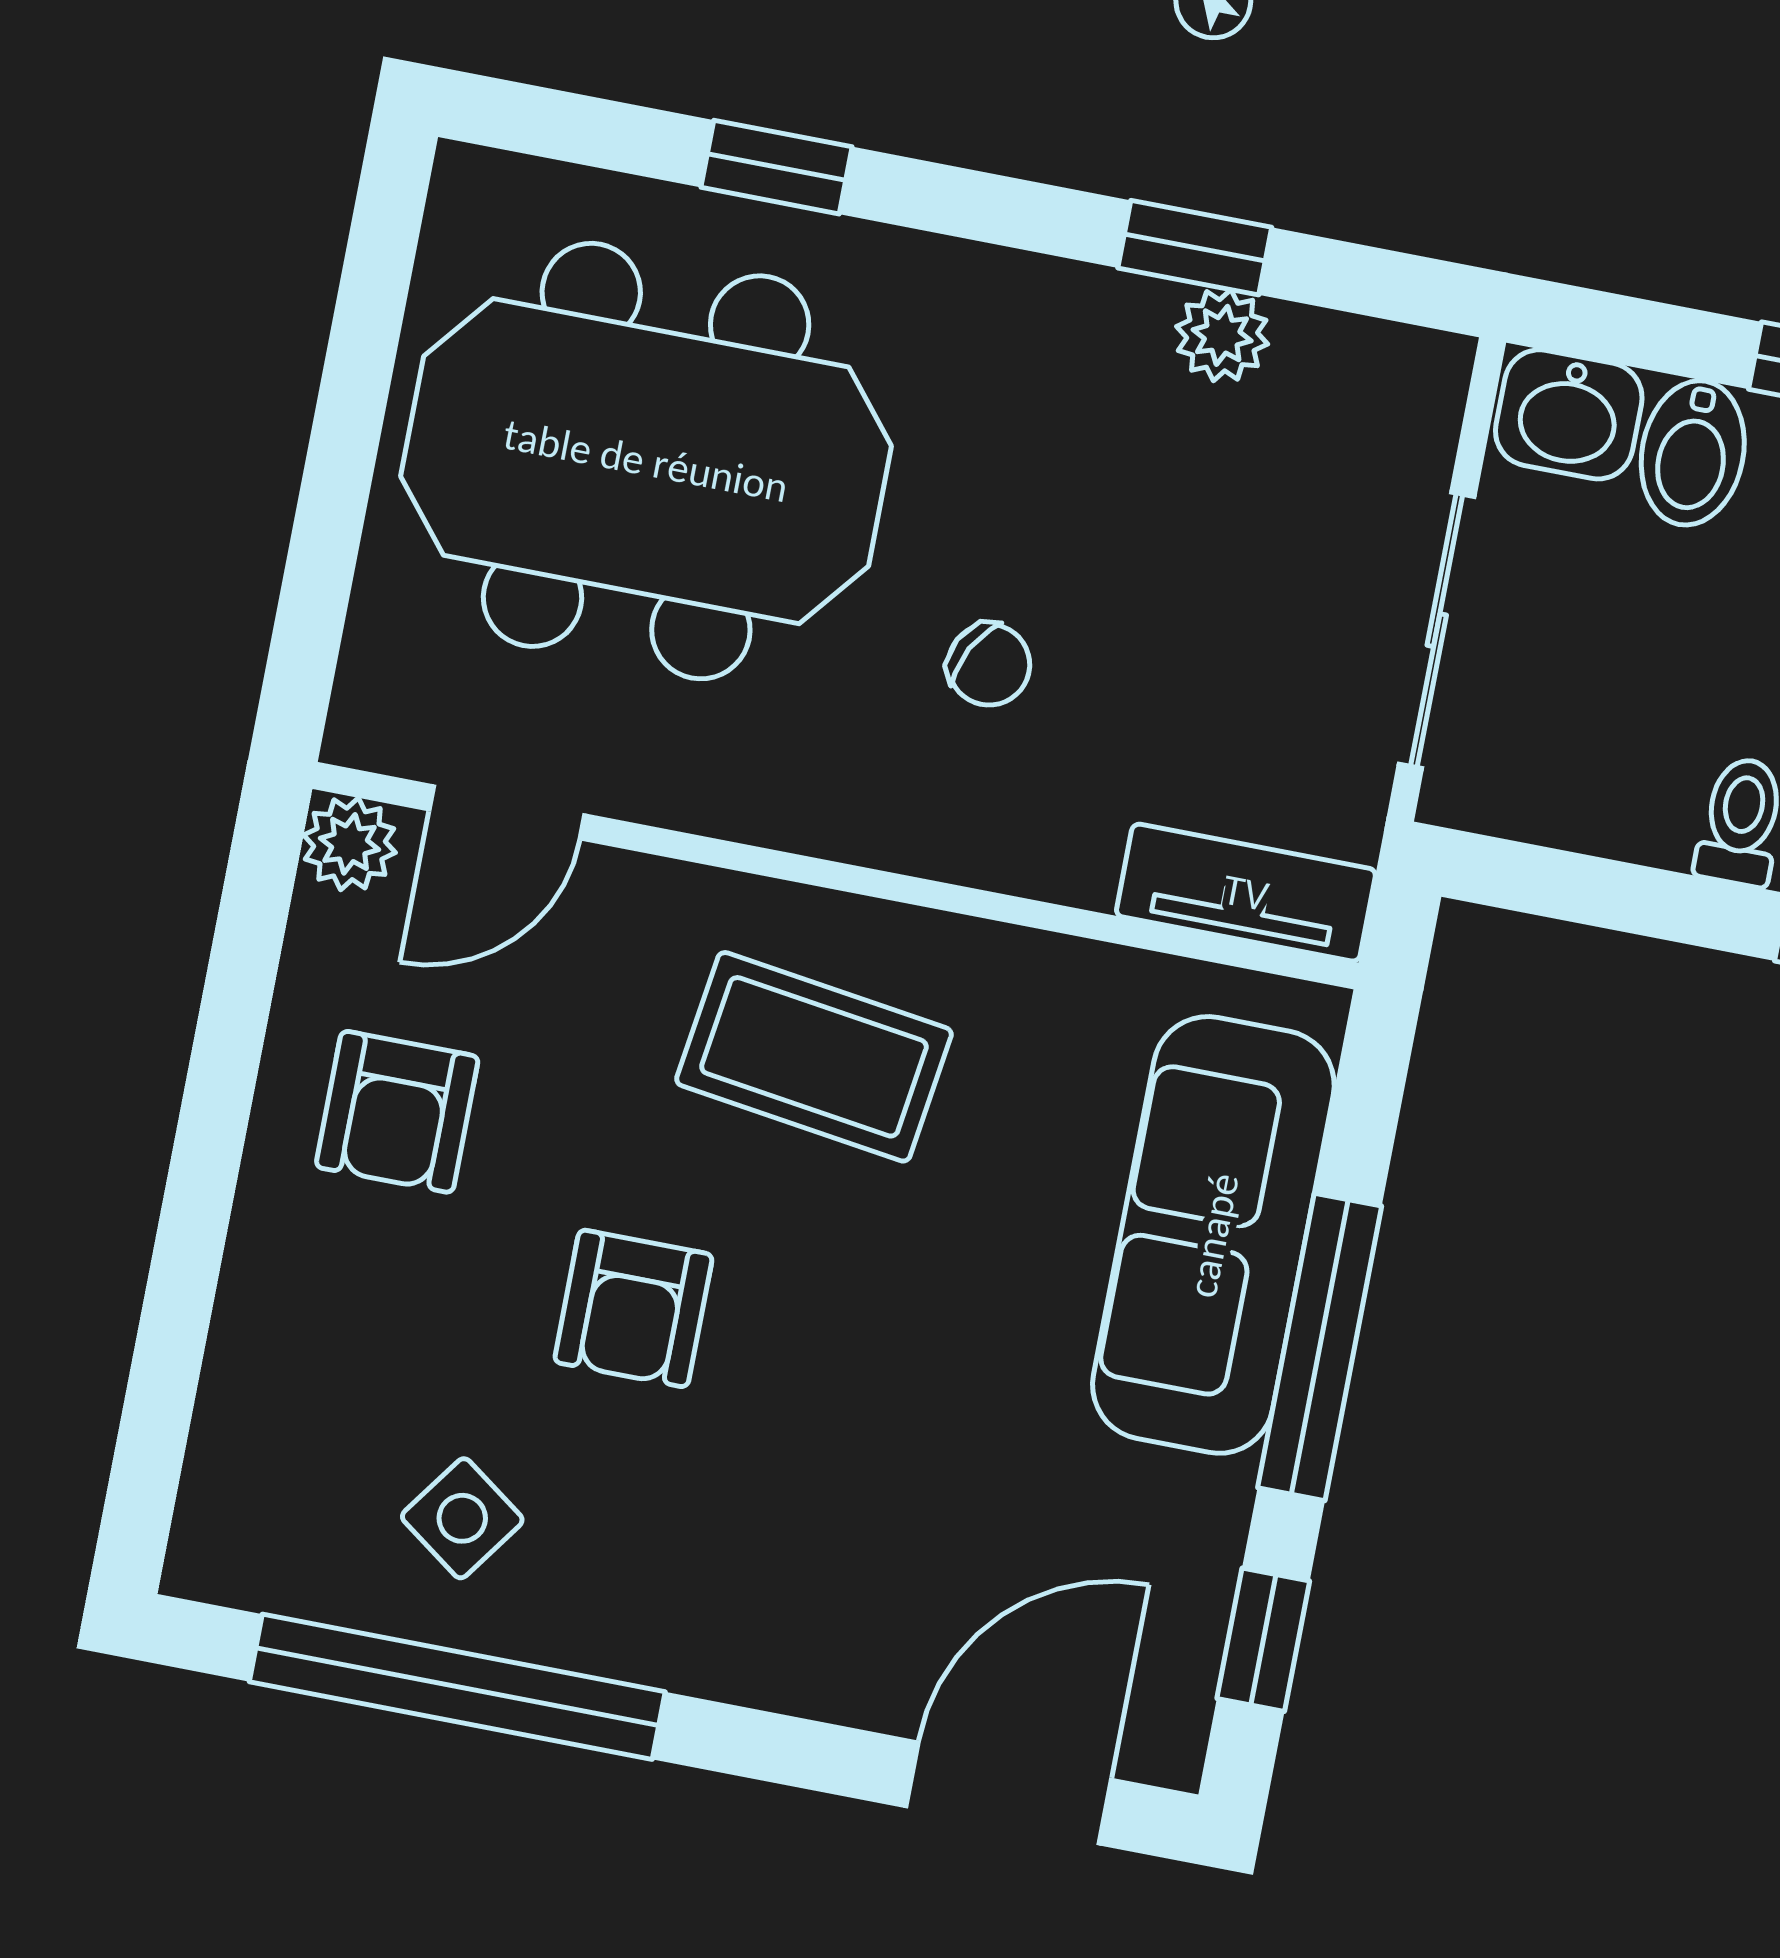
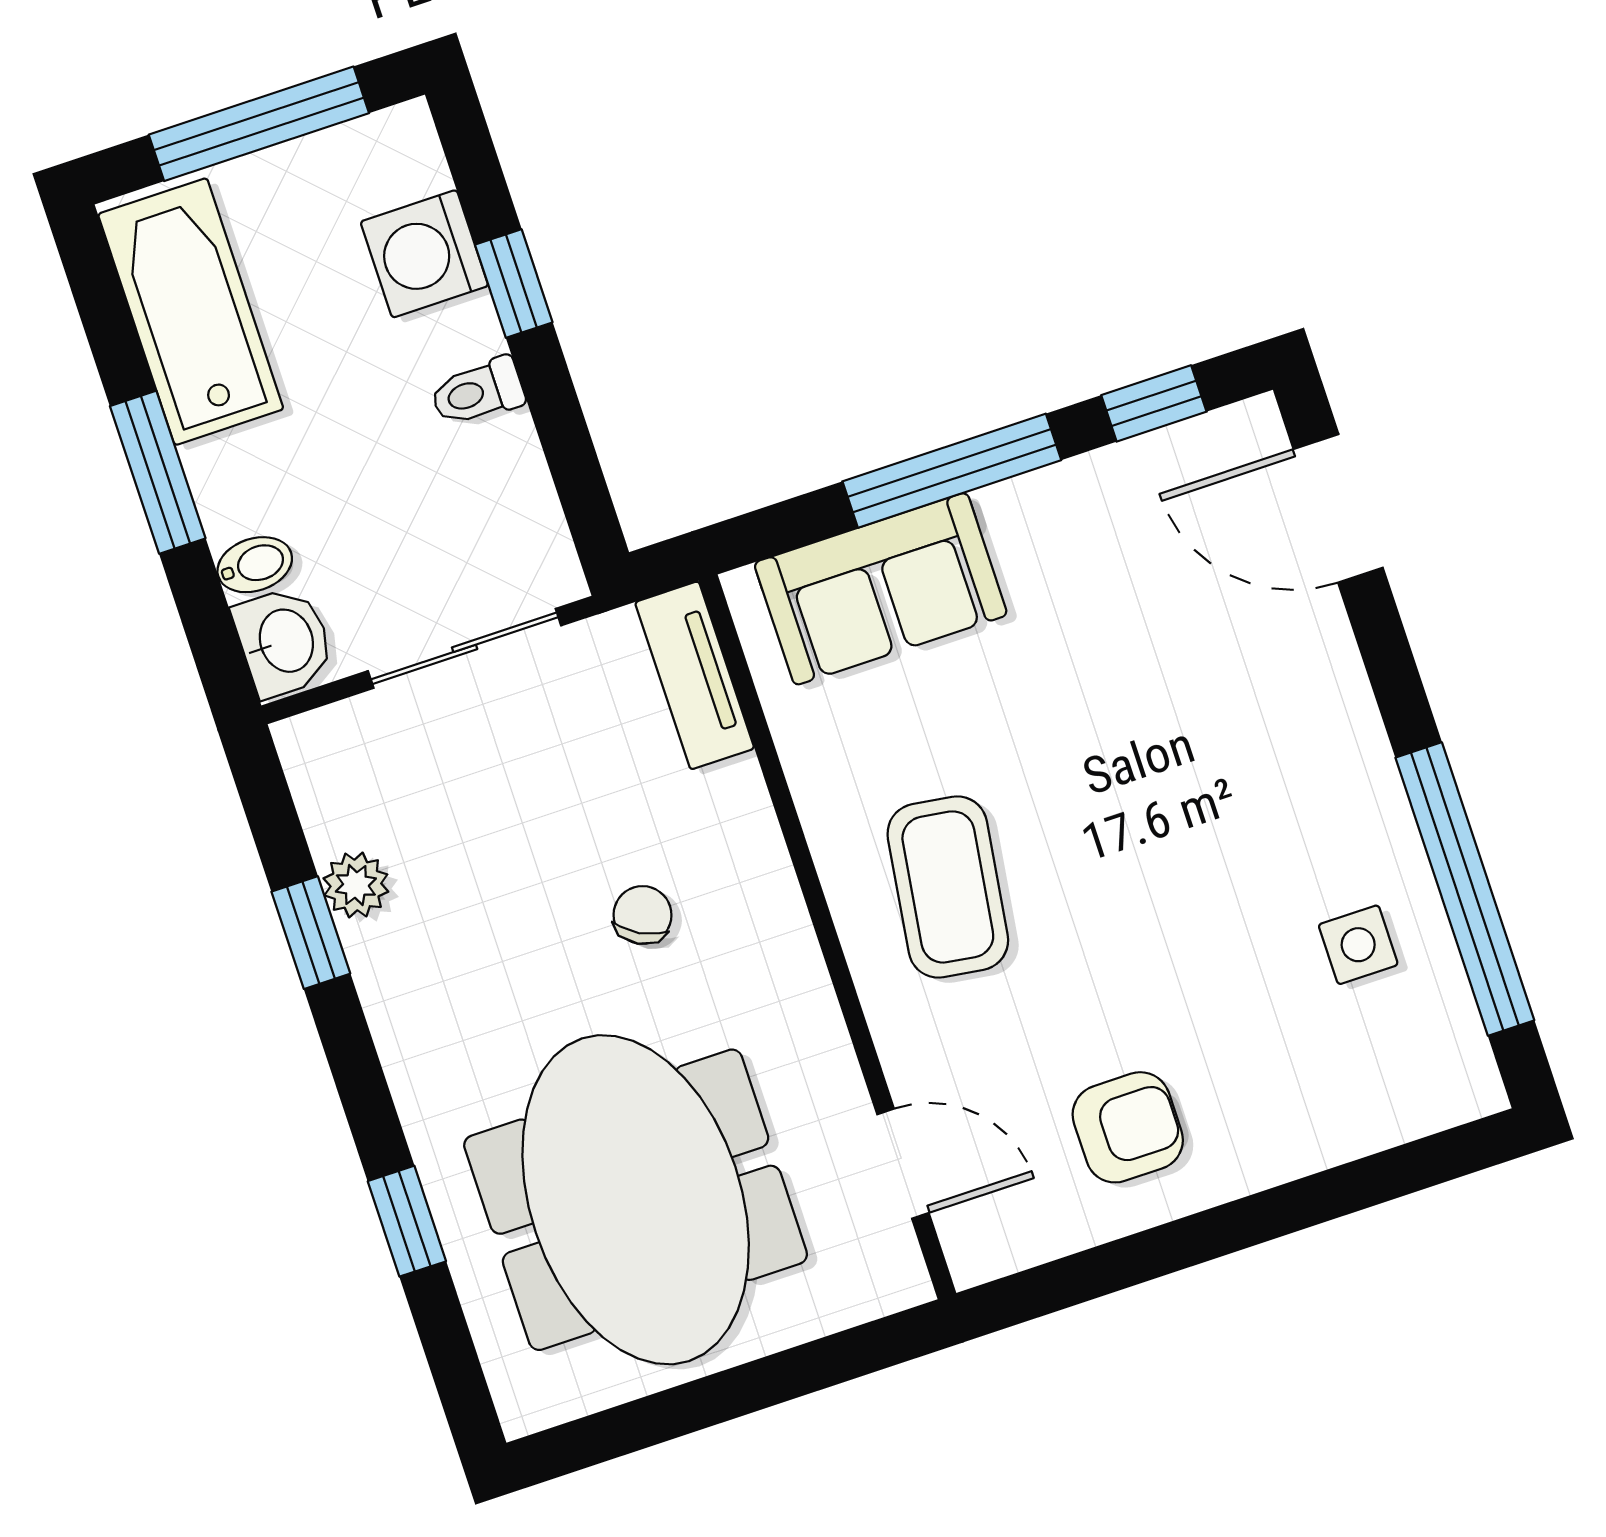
bidet: (1693, 453) -> (255, 565), width x0.72, depth x0.74
plant: (350, 844) -> (978, 1251), removed
sofa: (1213, 1235) -> (881, 589), width x0.73
armchair: (633, 1308) -> (1168, 911), removed
side table: (462, 1518) -> (1358, 945), turned -36

